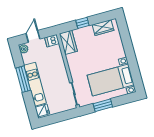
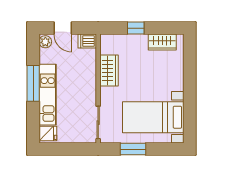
door: (33, 36) -> (63, 28), swing flipped
wardrobe: (68, 42) -> (109, 70), moved

